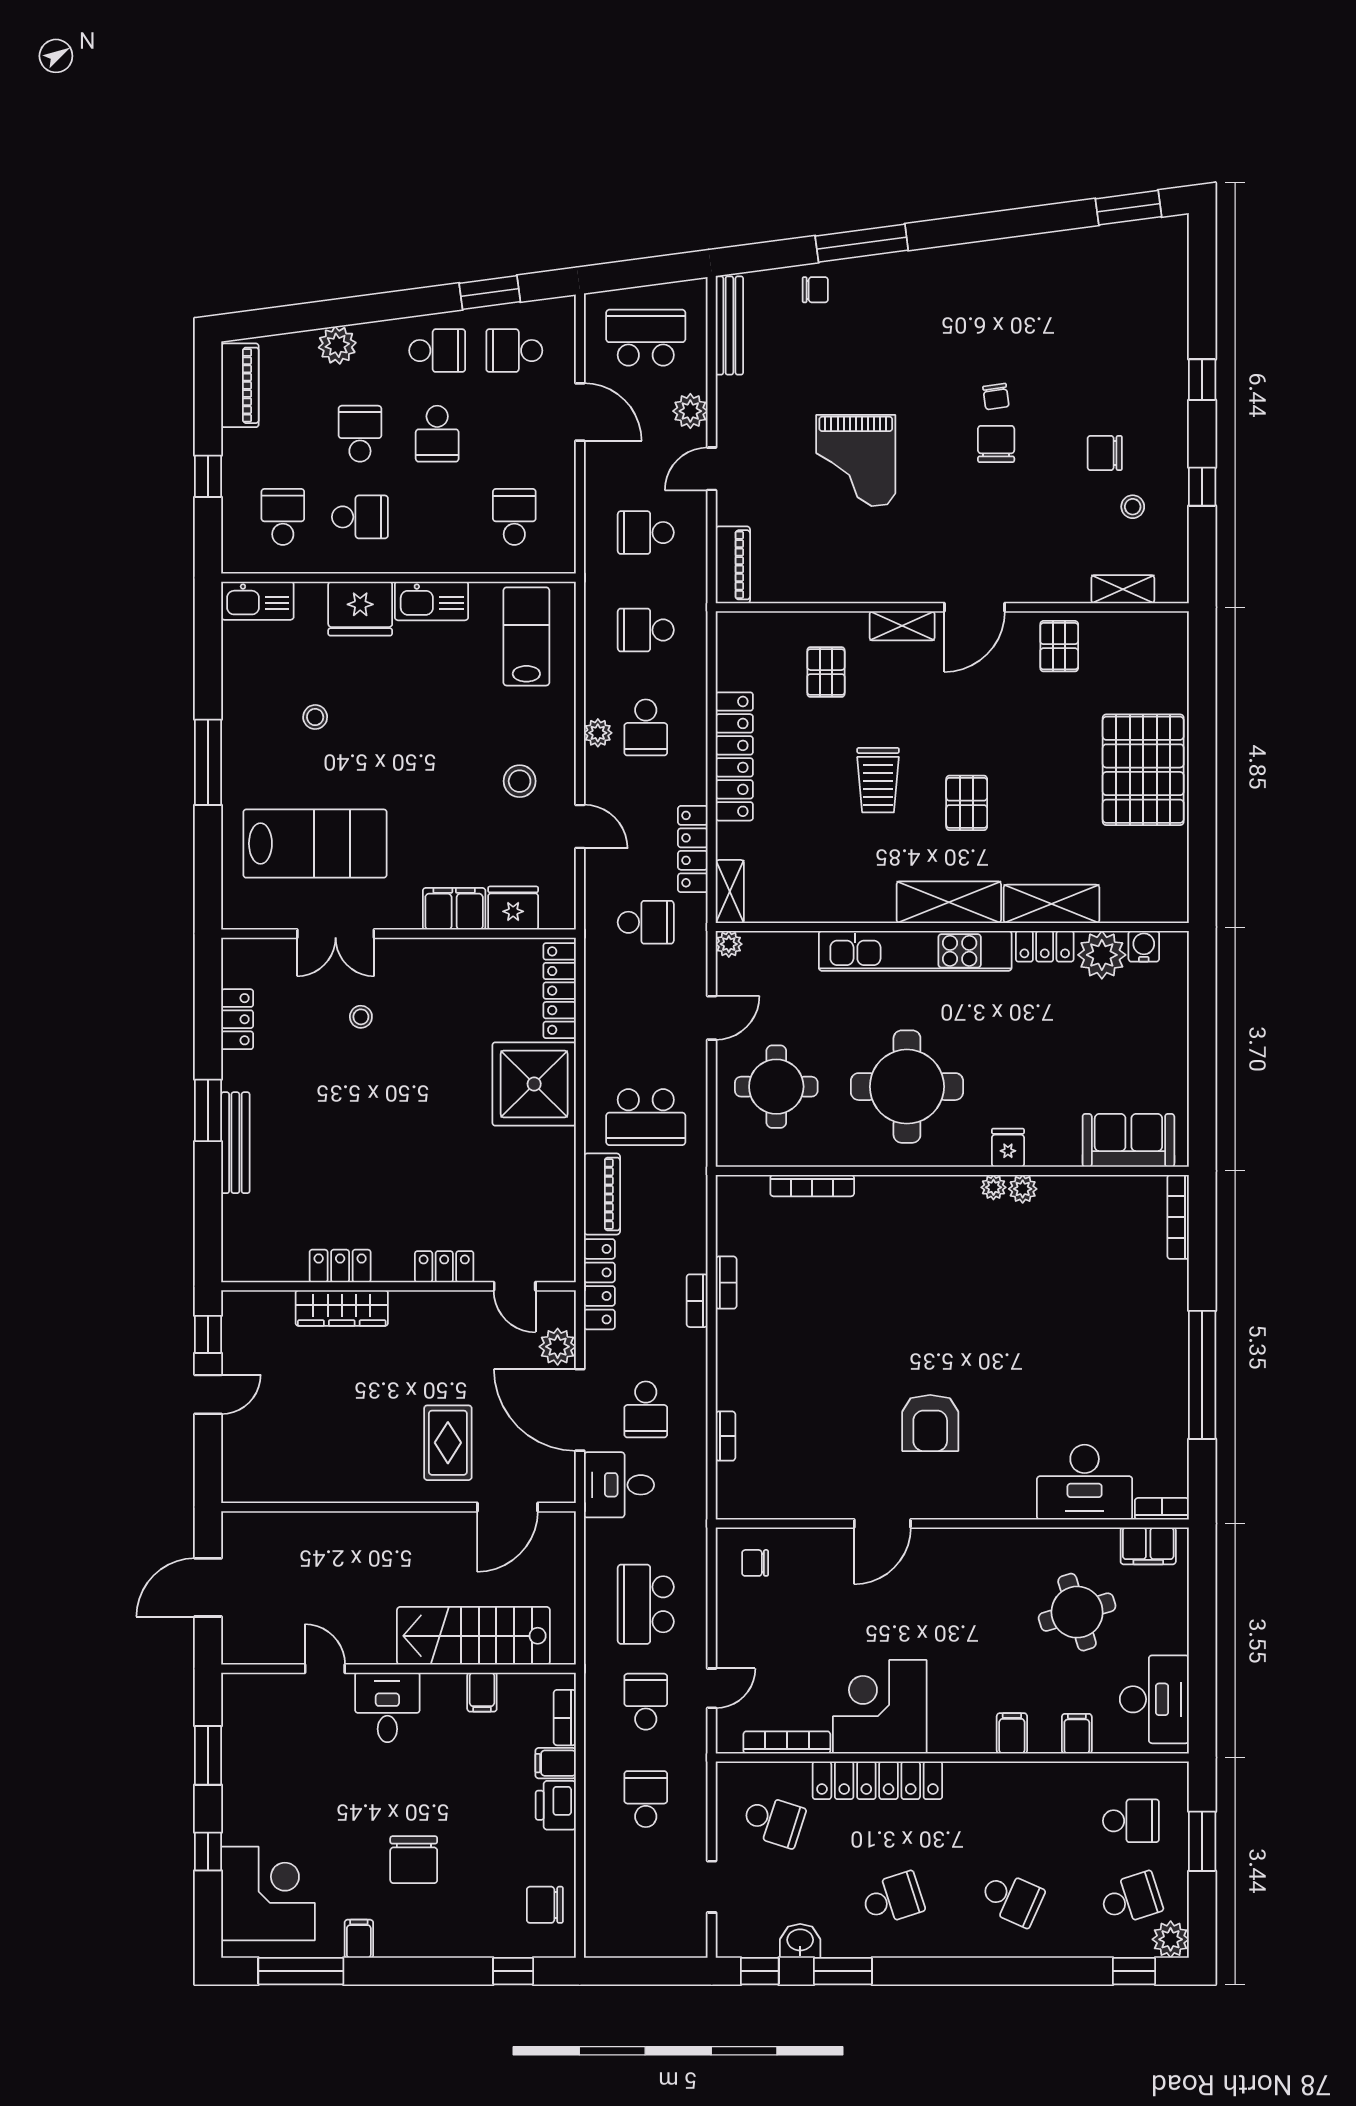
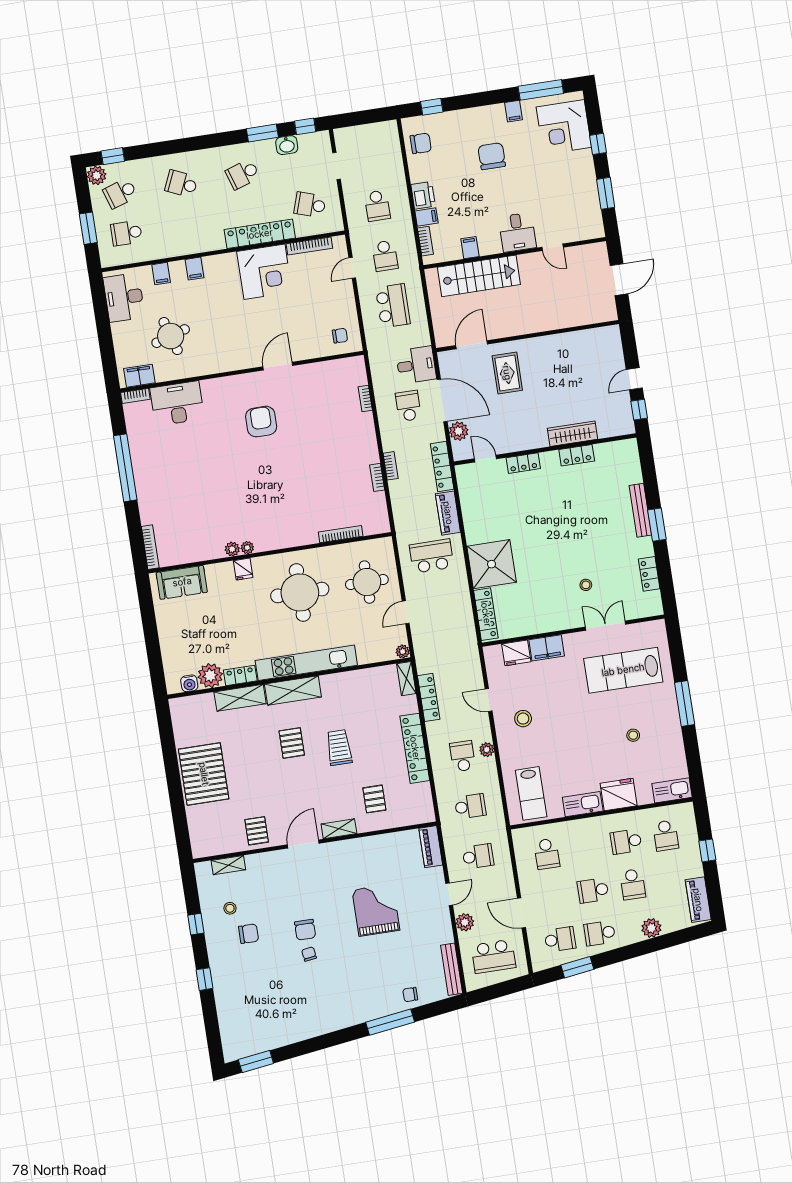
school desk: (437, 434) -> (593, 890), turned -90
school desk: (646, 922) -> (447, 656), removed

